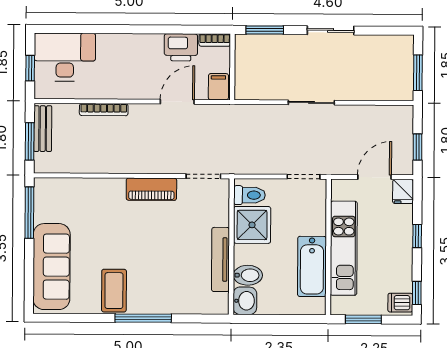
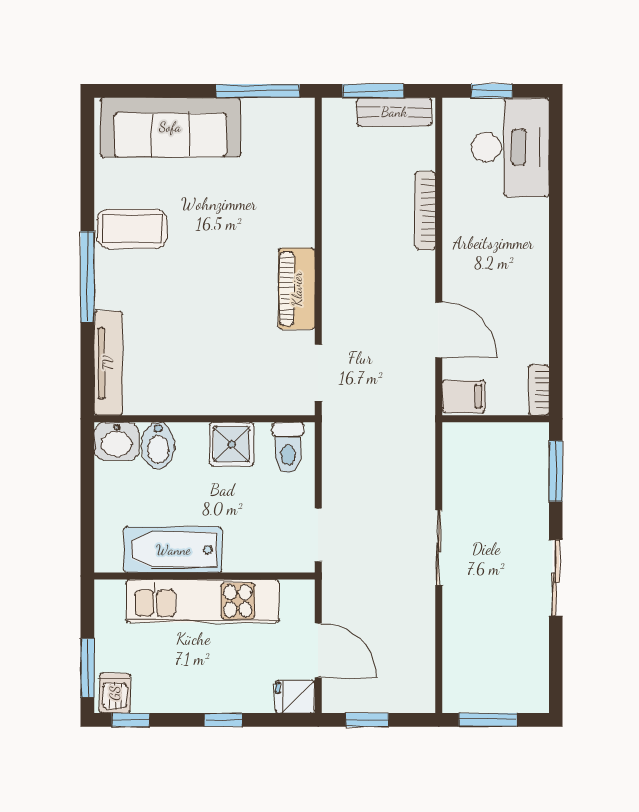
printer: (181, 47) -> (527, 335), removed
shower: (252, 225) -> (232, 444), width x0.73, depth x0.73
tv unit: (220, 259) -> (108, 363), moved, turned 90
window: (363, 319) -> (87, 668), moved

